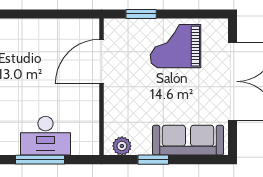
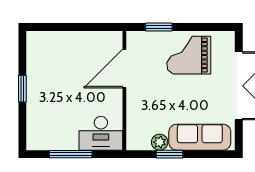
desk: (45, 136) -> (101, 133), moved
plant: (122, 146) -> (160, 142), moved

